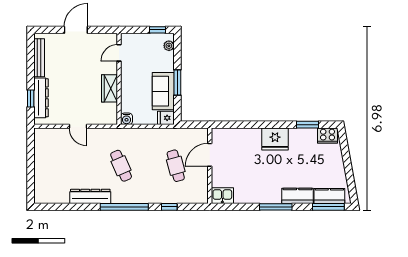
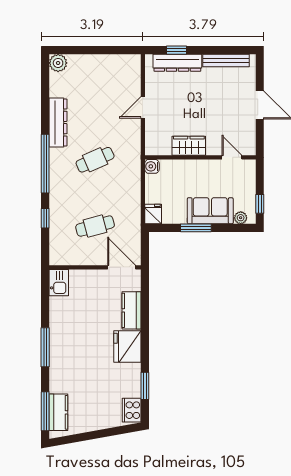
sofa: (163, 91) -> (210, 211), moved
door: (210, 155) -> (122, 267), moved
plant: (41, 196) -> (58, 63), added
kitchen counter: (298, 196) -> (132, 310), moved, turned 180

